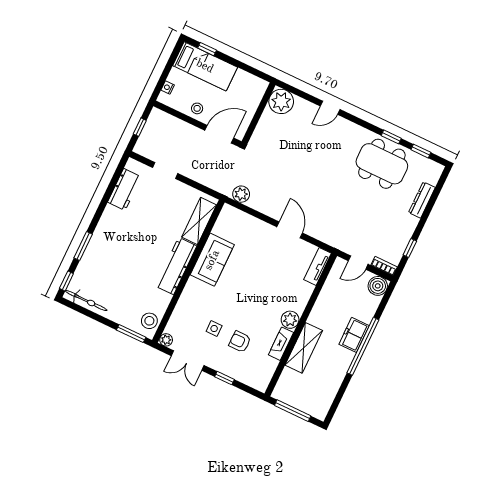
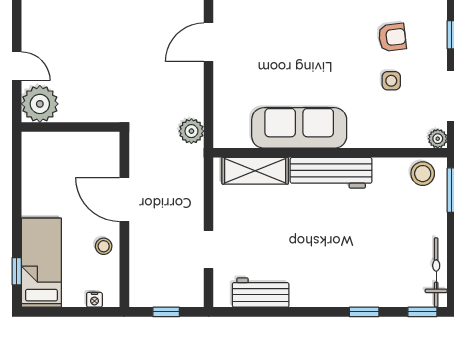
plant: (281, 101) -> (40, 104), moved
wall: (259, 113) -> (71, 127), moved
window: (83, 246) -> (364, 312), width x0.67
sofa: (212, 260) -> (299, 128), width x1.36
armchair: (240, 342) -> (392, 37), turned -97

